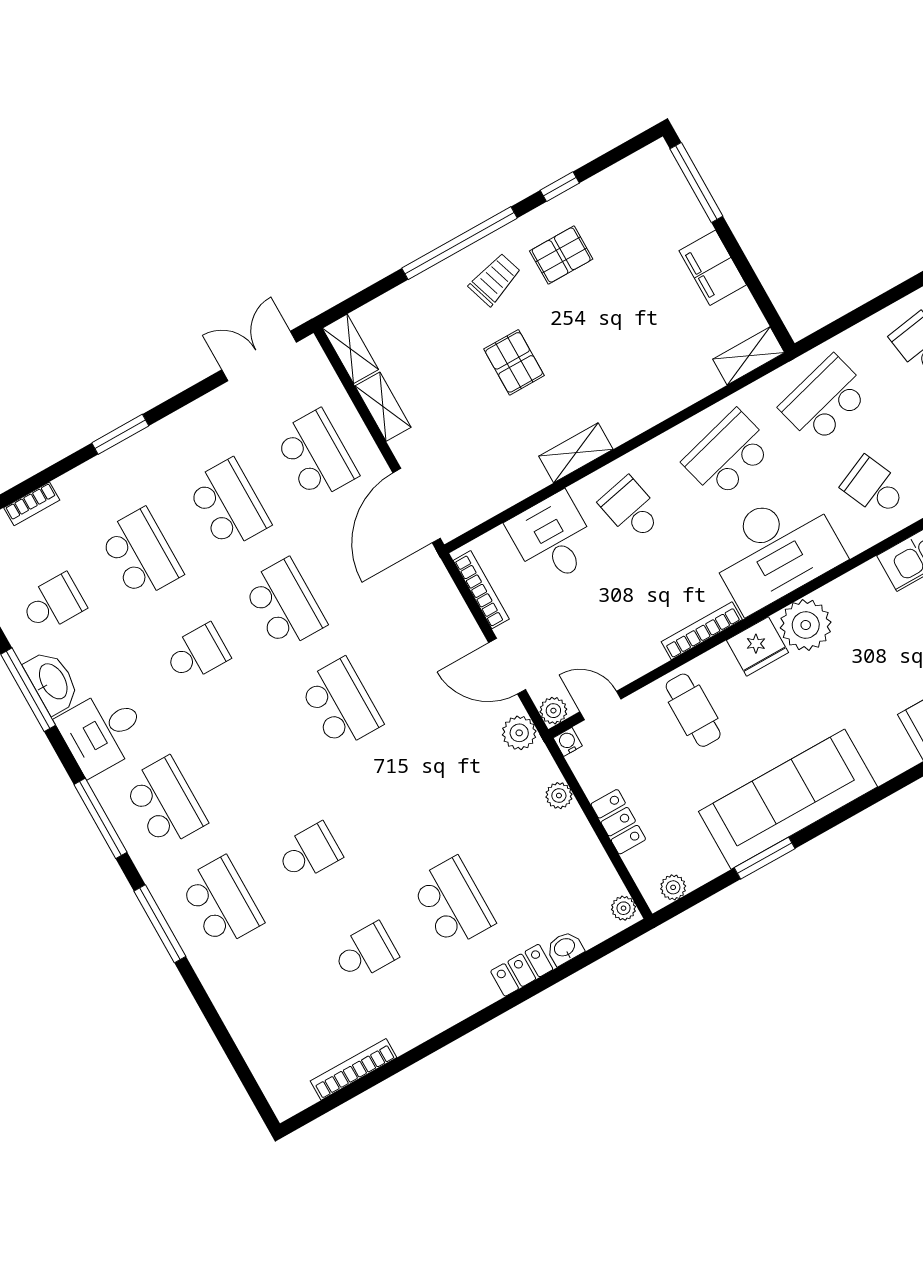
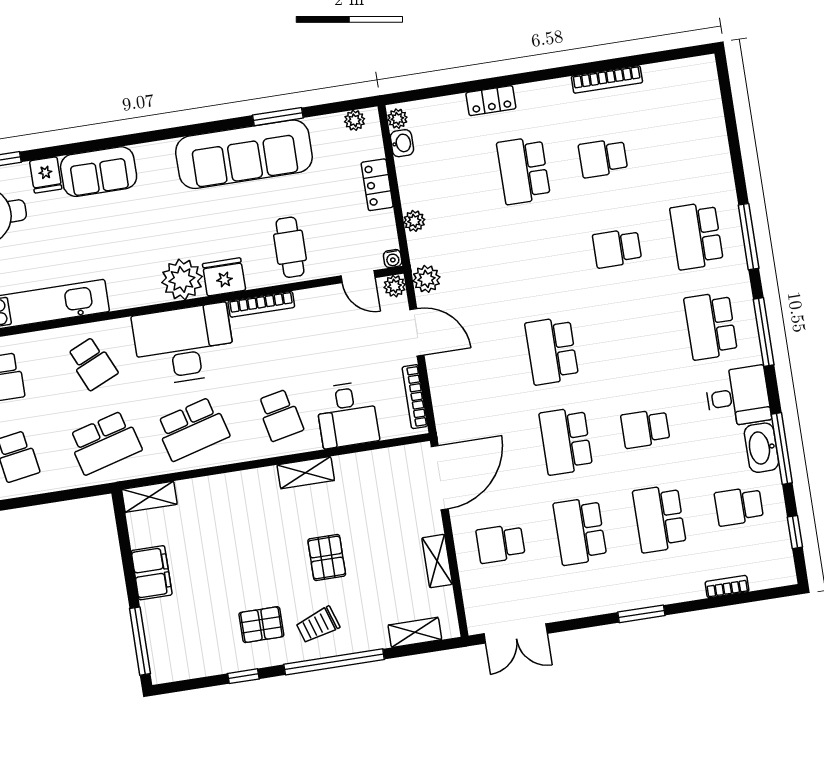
shelving: (350, 349) -> (415, 632), moved, turned 90
school desk: (316, 455) -> (501, 544), width x0.54
washbasin: (565, 948) -> (402, 143), moved, turned -90
bookcase: (354, 1069) -> (607, 79), moved

